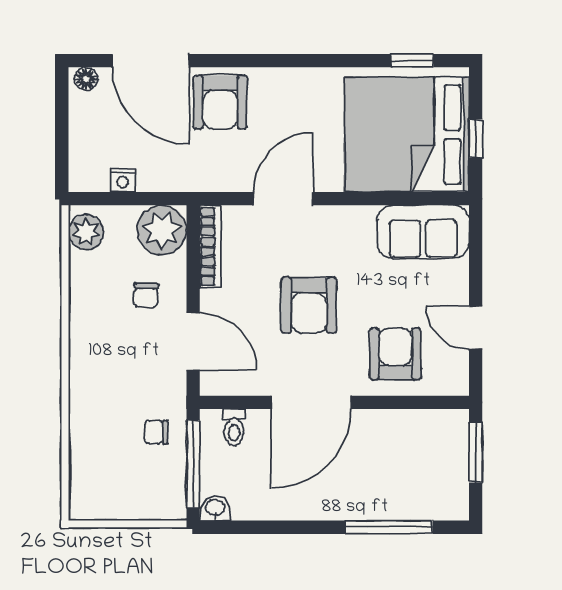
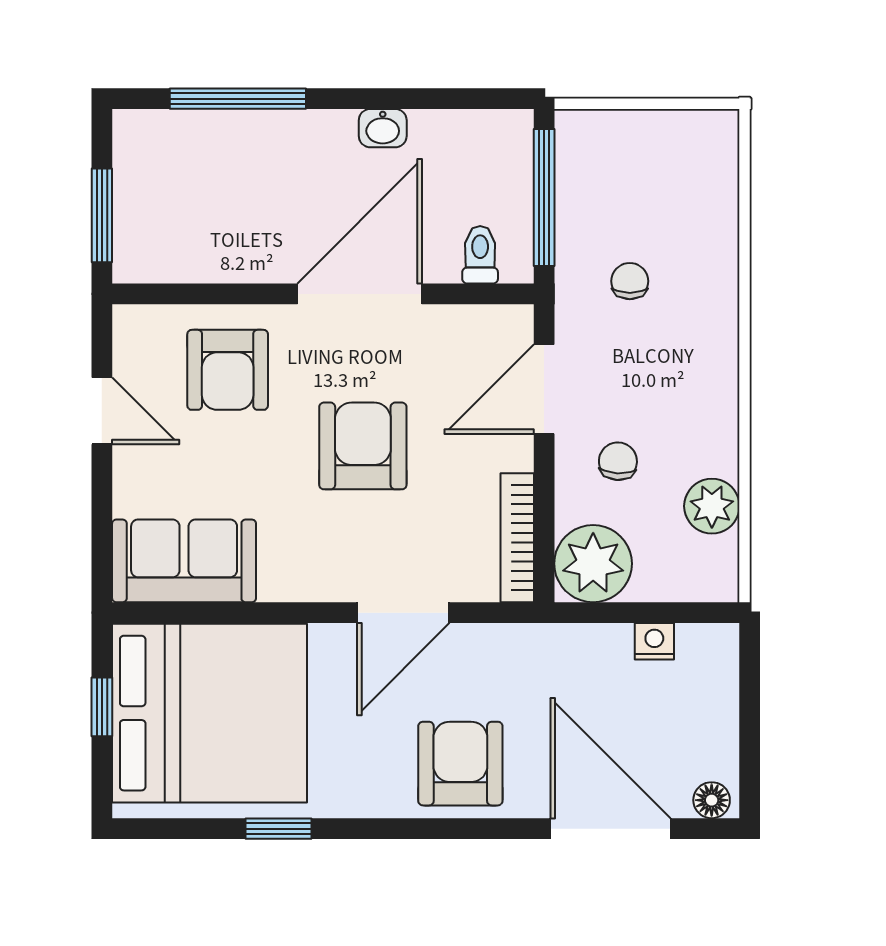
window: (412, 61) -> (278, 829), moved
armchair: (220, 102) -> (460, 764), moved
plant: (86, 232) -> (712, 506), moved
door: (193, 342) -> (544, 389), hinge flipped
chair: (156, 432) -> (630, 281), moved, turned -90
washbasin: (215, 508) -> (383, 128), moved

